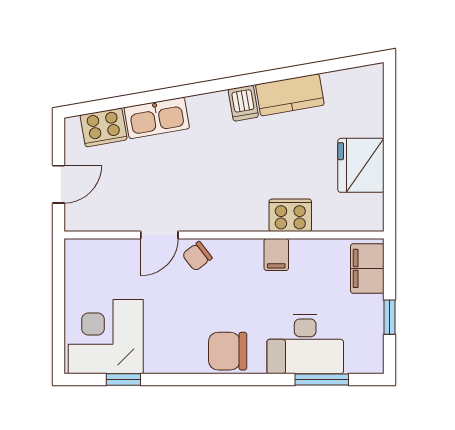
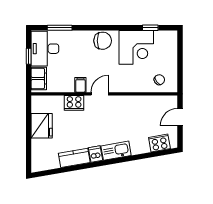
kitchen sink: (157, 118) -> (116, 151), moved
door: (159, 235) -> (100, 94), moved
chair: (197, 256) -> (159, 80), moved
corner desk: (106, 337) -> (136, 47), moved
desk: (305, 344) -> (45, 49), moved, turned -90

